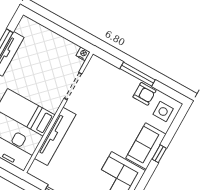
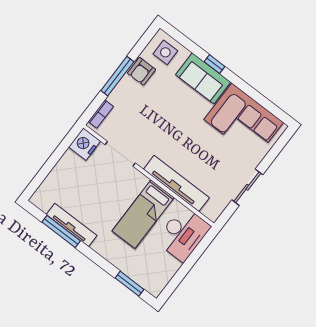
nightstand: (83, 54) -> (84, 144), width x1.89, depth x1.79
bookcase: (104, 65) -> (101, 114), added
armchair: (144, 94) -> (142, 71), turned 180

